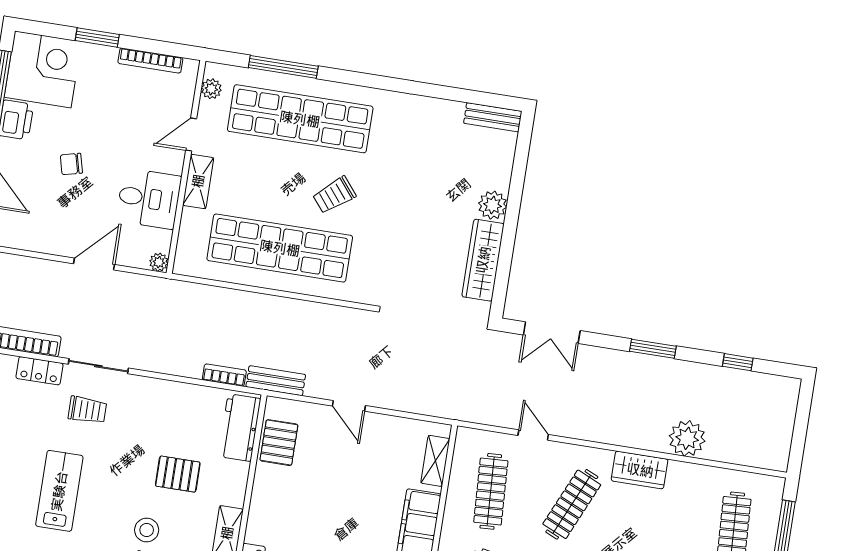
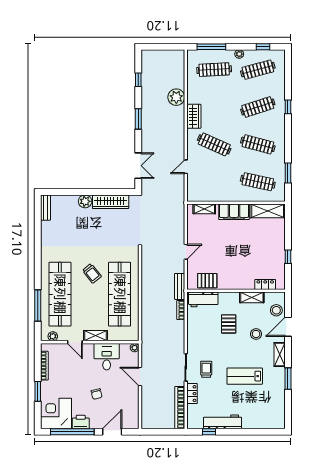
clothes rail: (491, 491) -> (214, 182), removed

